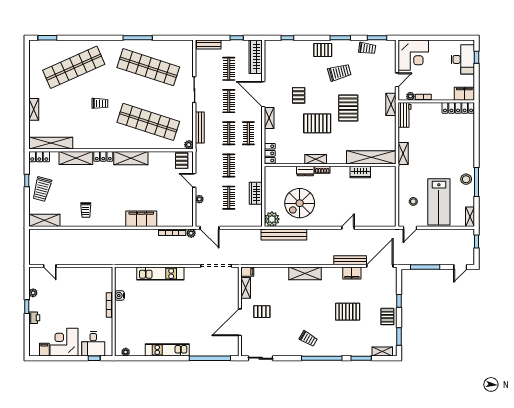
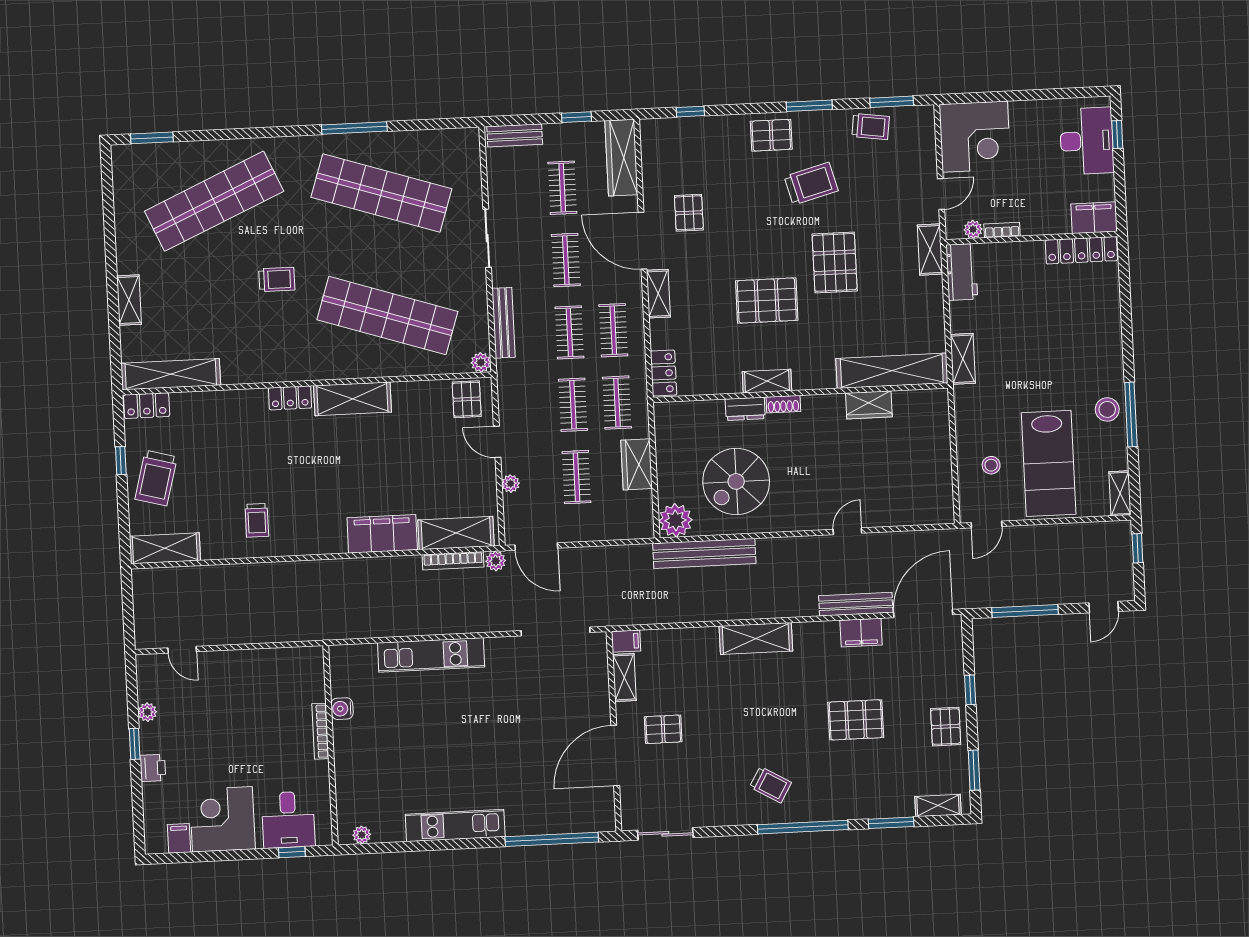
pallet: (299, 95) -> (689, 213), moved
shelving: (76, 158) -> (456, 533), moved
clothes rail: (248, 165) -> (617, 403), added

